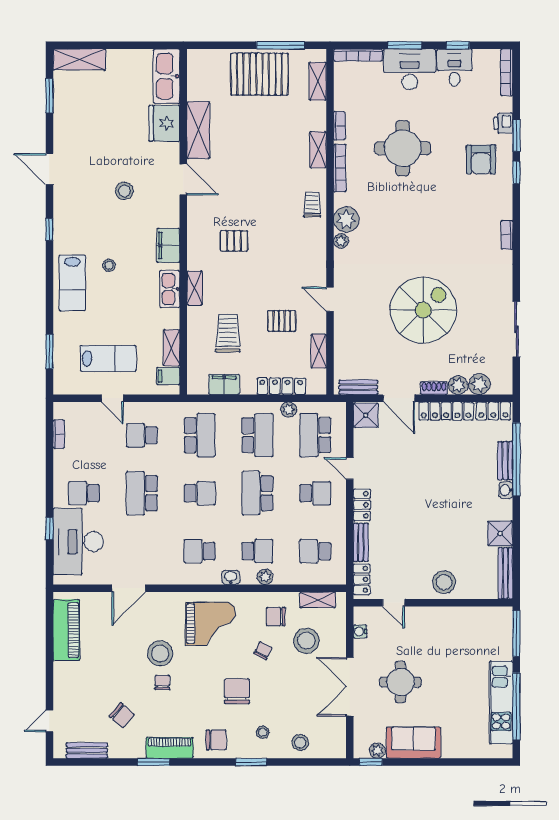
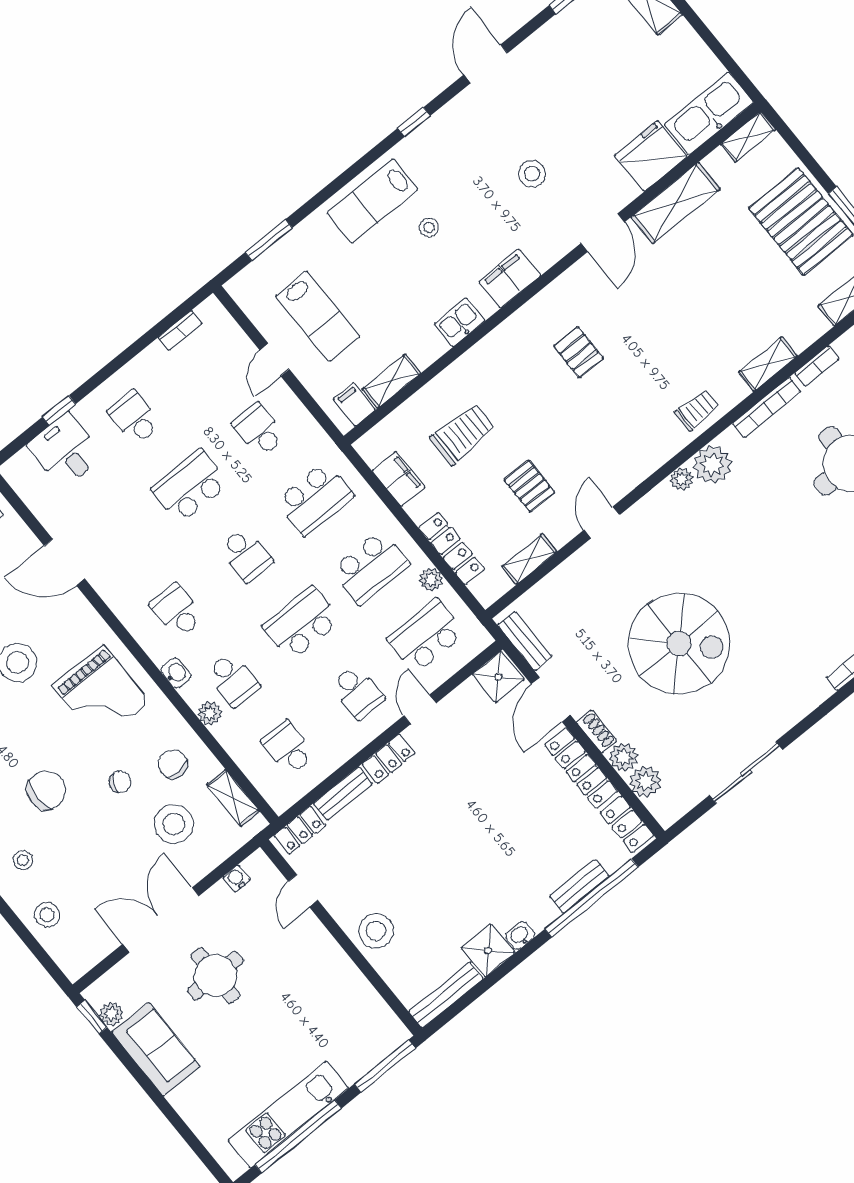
shelving: (195, 288) -> (748, 137), moved
kitchen sink: (170, 289) -> (459, 322), width x0.73
washbasin: (506, 490) -> (520, 936), moved
desk: (78, 542) -> (66, 450), width x0.53, depth x0.77

